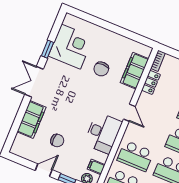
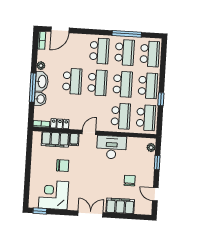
window: (47, 49) -> (40, 211), moved
double door: (34, 82) -> (90, 214), swing flipped
filing cabinet: (96, 167) -> (74, 140), moved
door: (44, 170) -> (155, 194), moved

